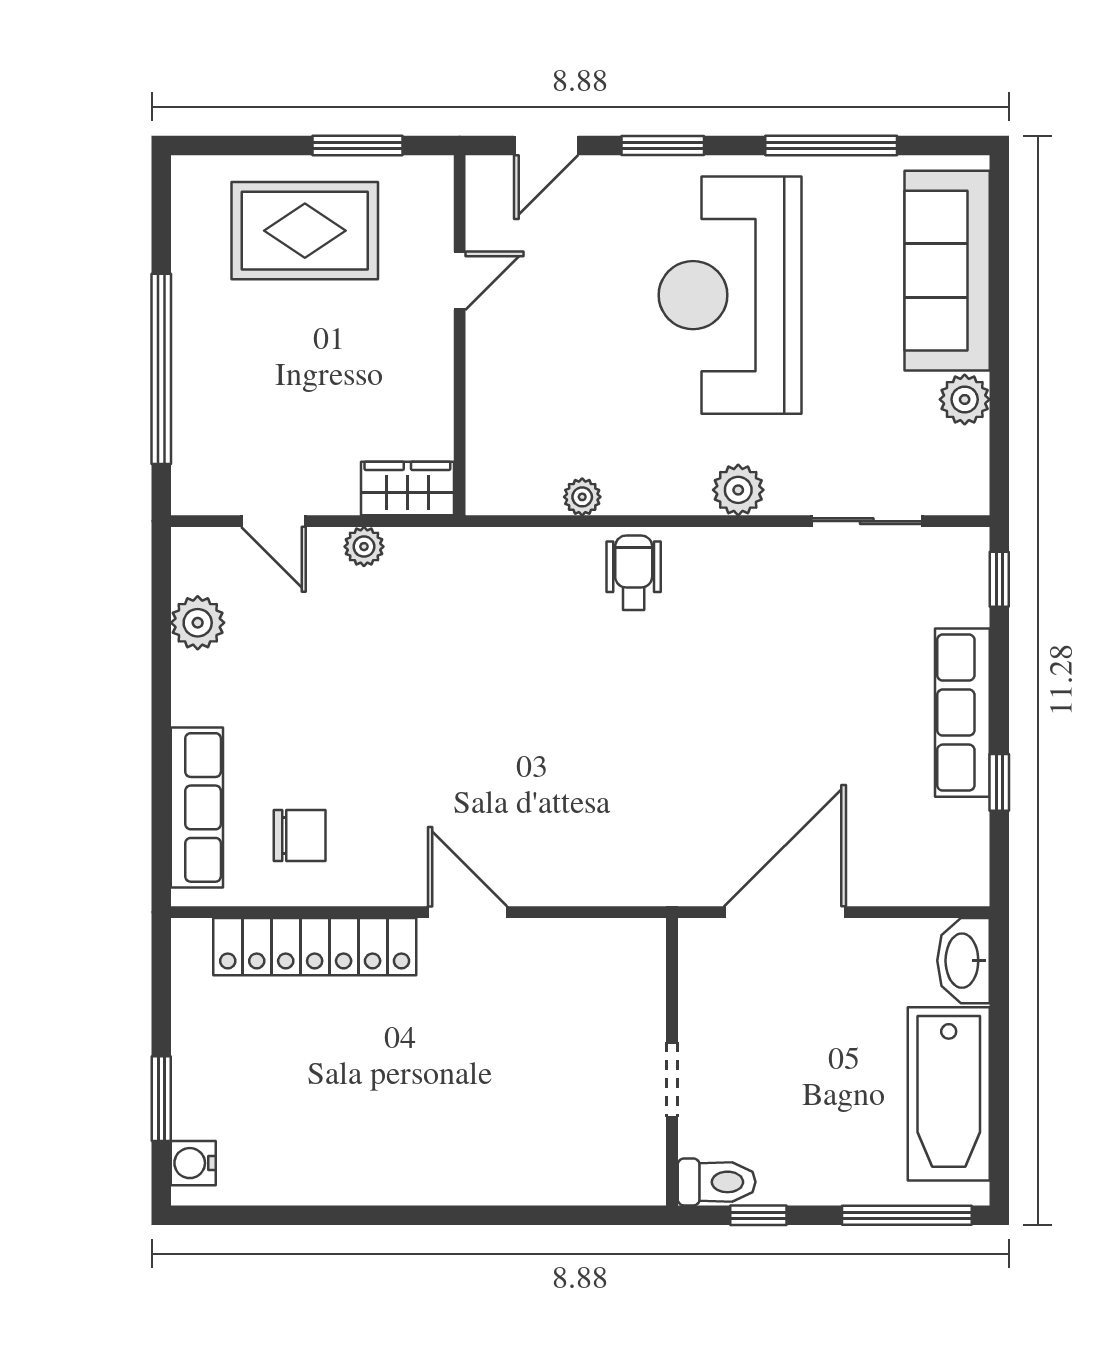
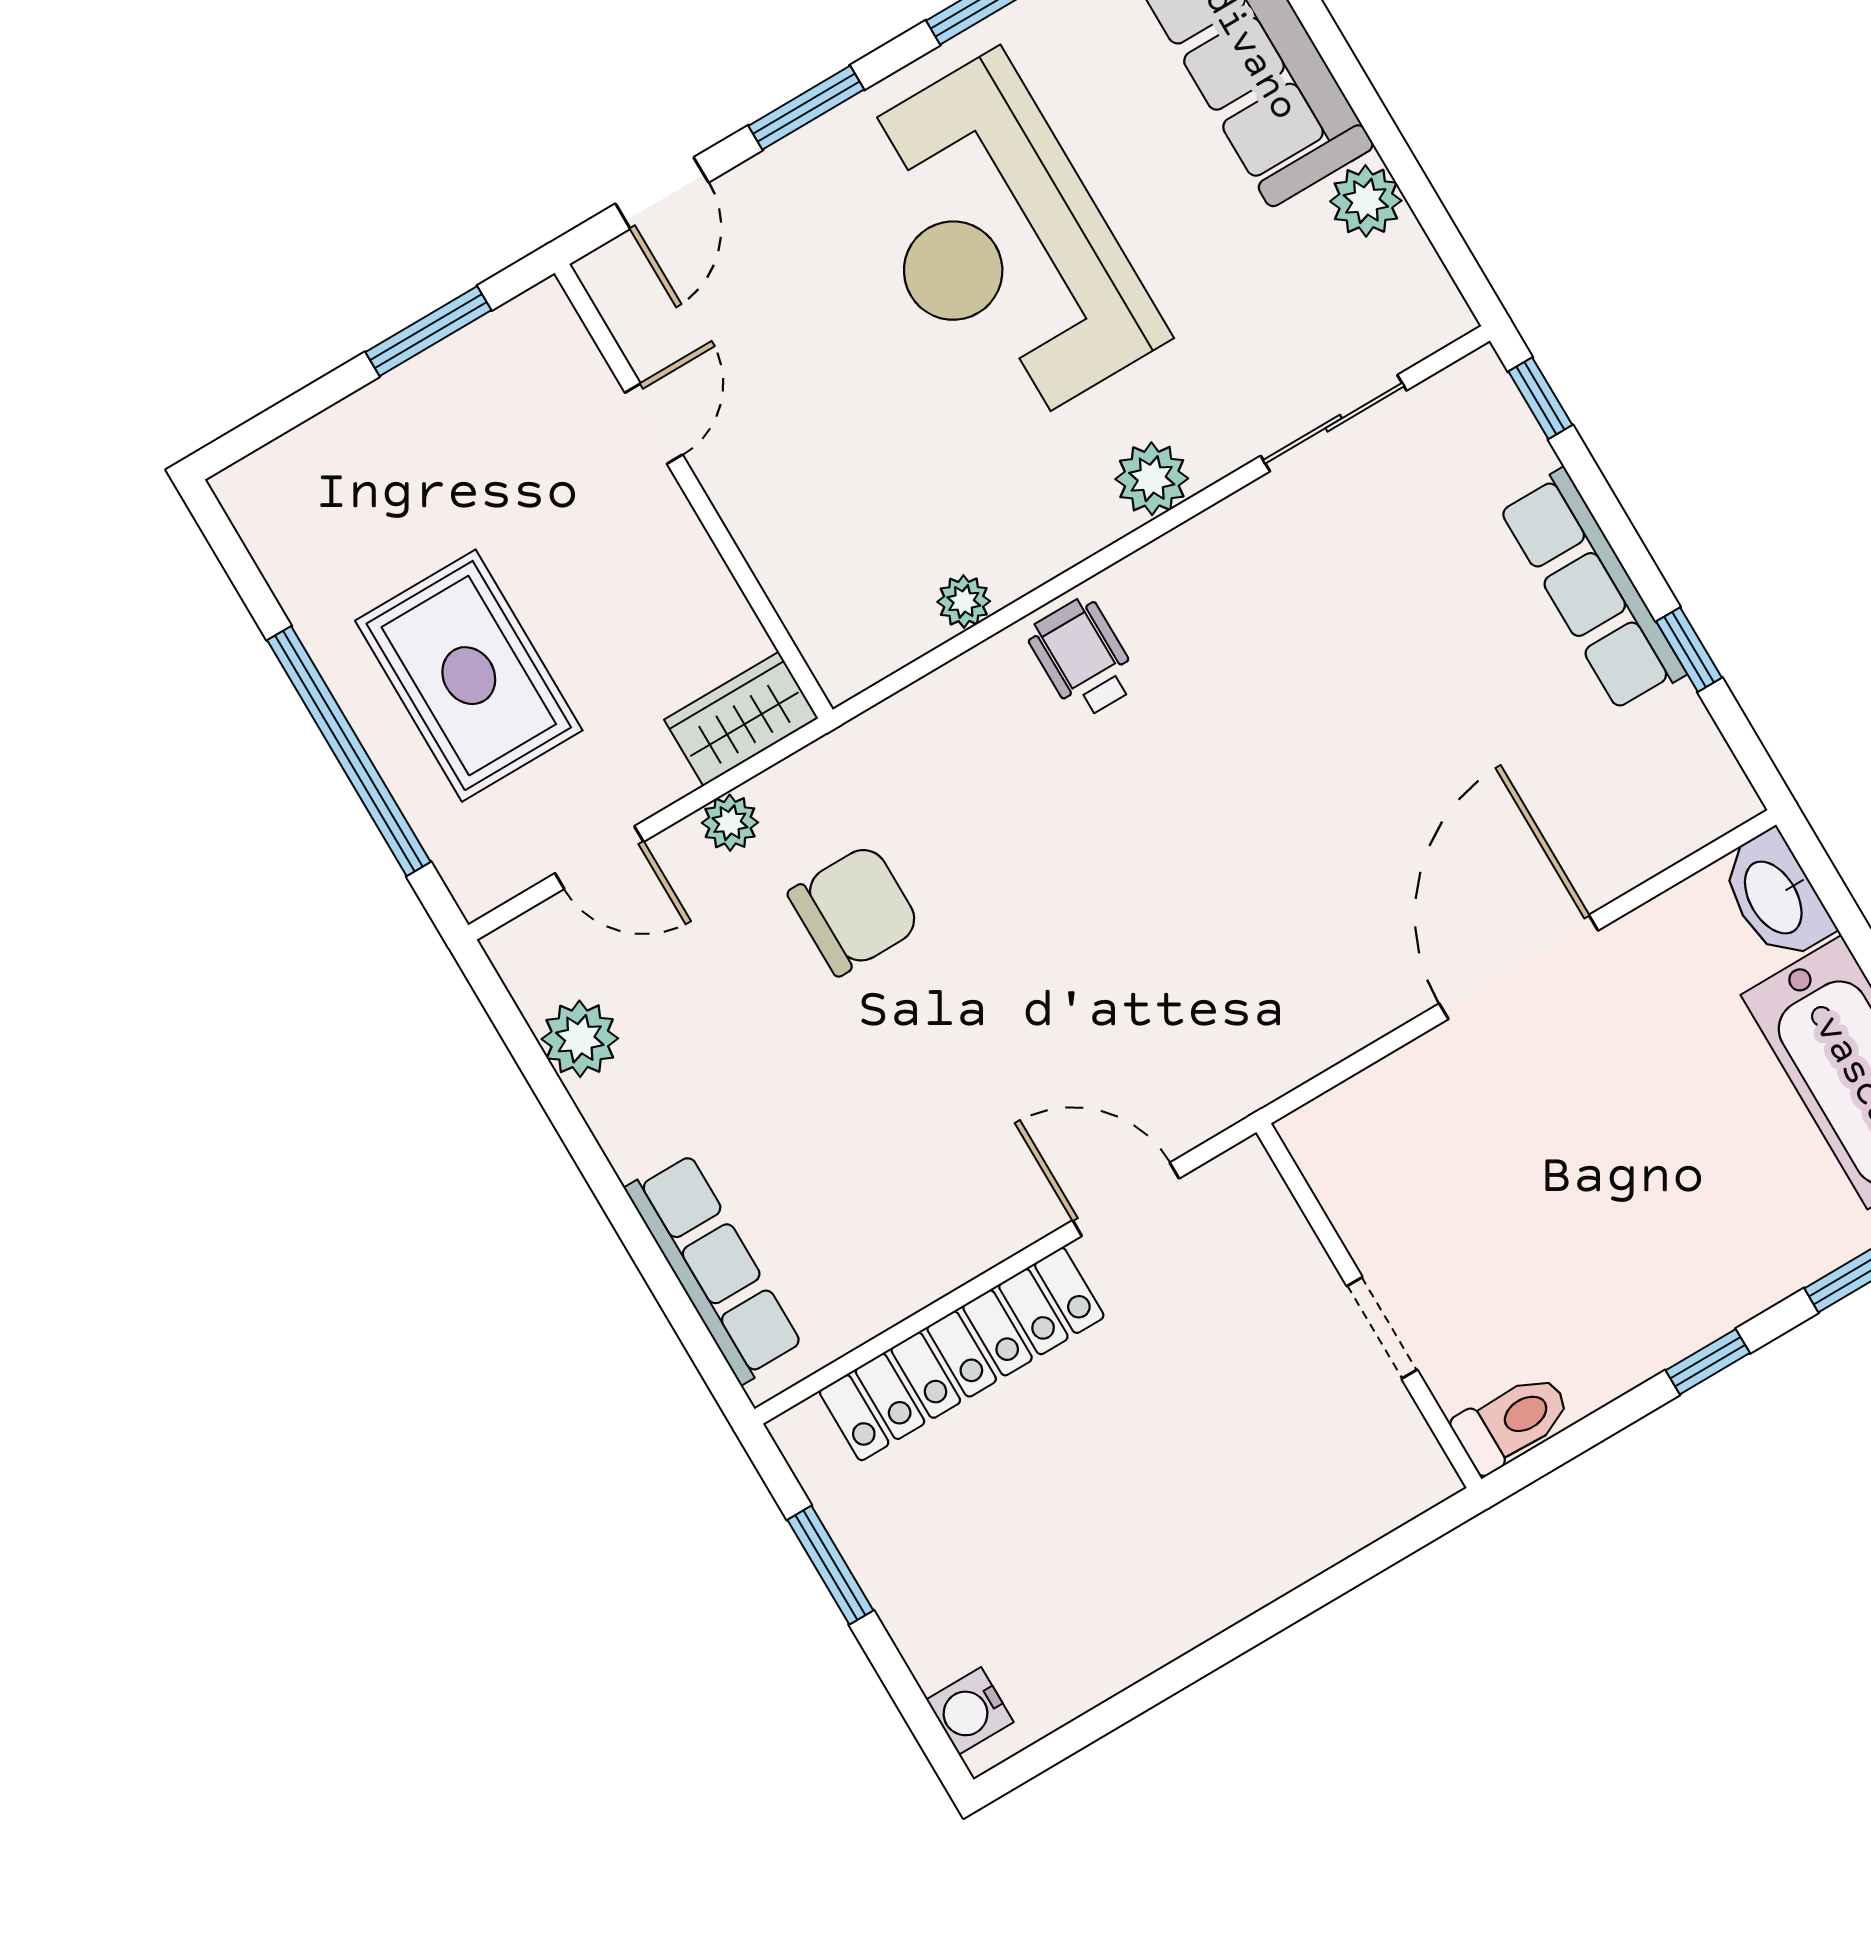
rug: (305, 231) -> (469, 676), moved, turned 90
chair: (300, 835) -> (854, 910), moved, width x1.37, depth x1.37
wall: (672, 1062) -> (1369, 1306), moved
doorway: (672, 1080) -> (1382, 1328), moved
window: (161, 1099) -> (830, 1565), moved
toilet: (717, 1182) -> (1512, 1422), moved

